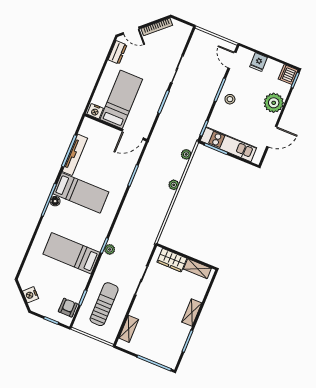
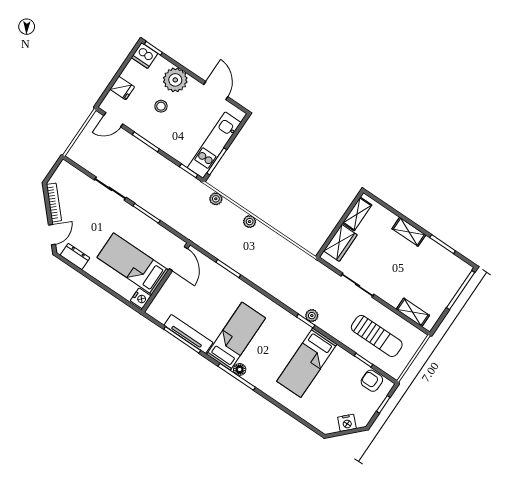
stool: (230, 99) -> (161, 106), moved
sun lounger: (104, 304) -> (377, 336), turned 180

